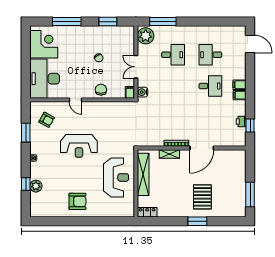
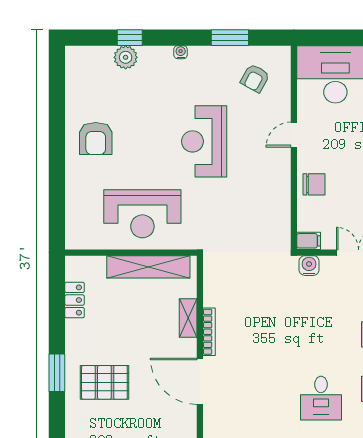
locker: (147, 212) -> (75, 300), moved

